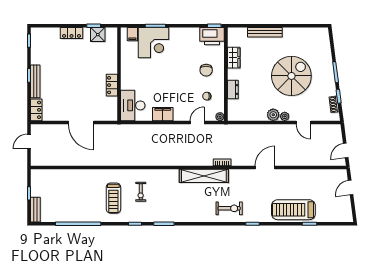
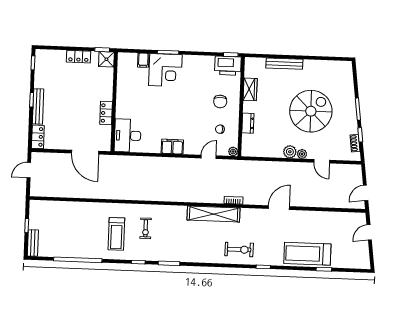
wall: (119, 74) -> (114, 102), moved
locker: (112, 85) -> (106, 113), moved
desk: (133, 105) -> (128, 136), moved

